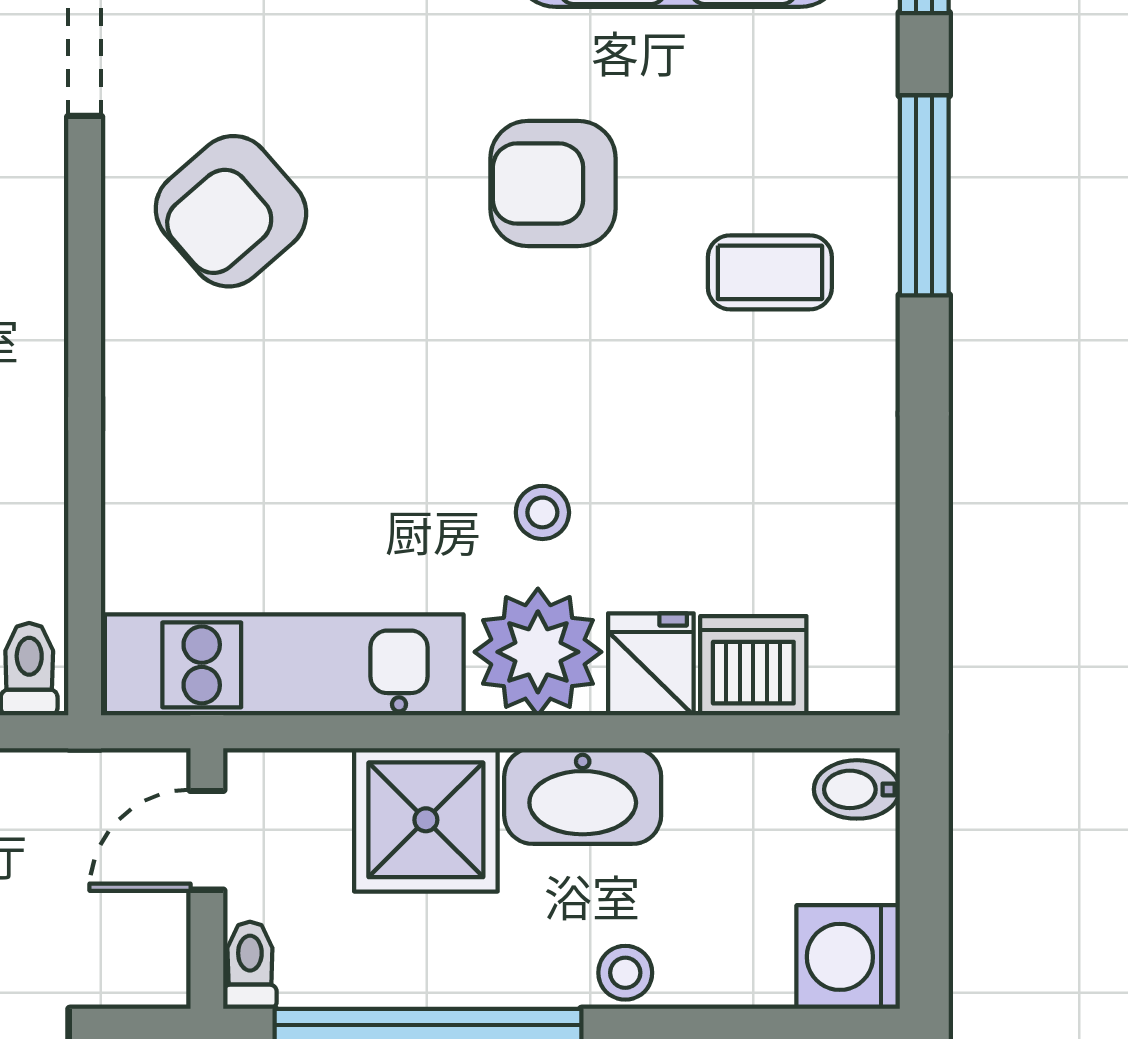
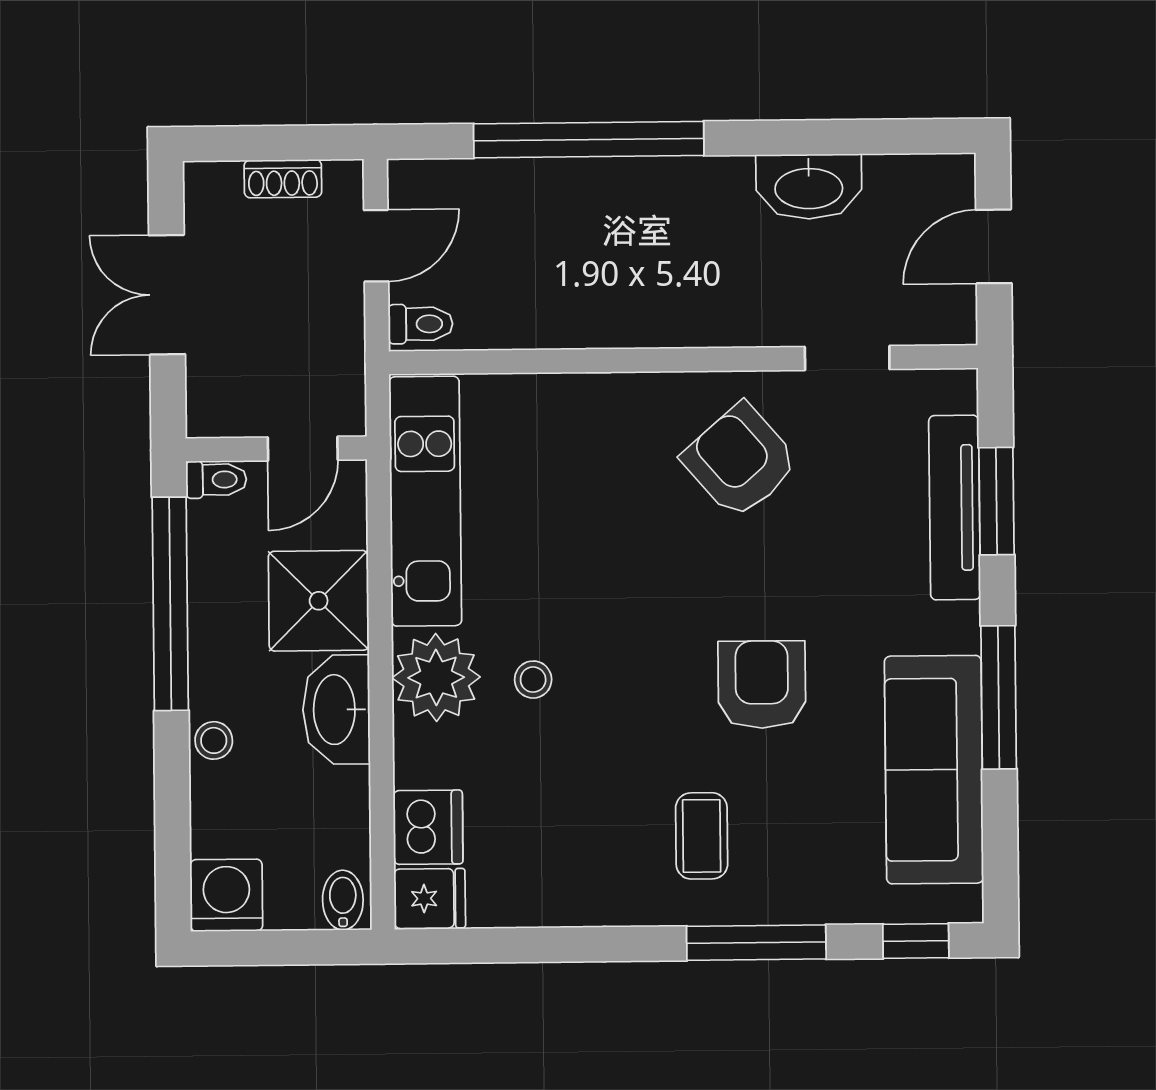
fridge: (651, 664) -> (430, 898), moved
door: (207, 840) -> (303, 449), swing flipped

